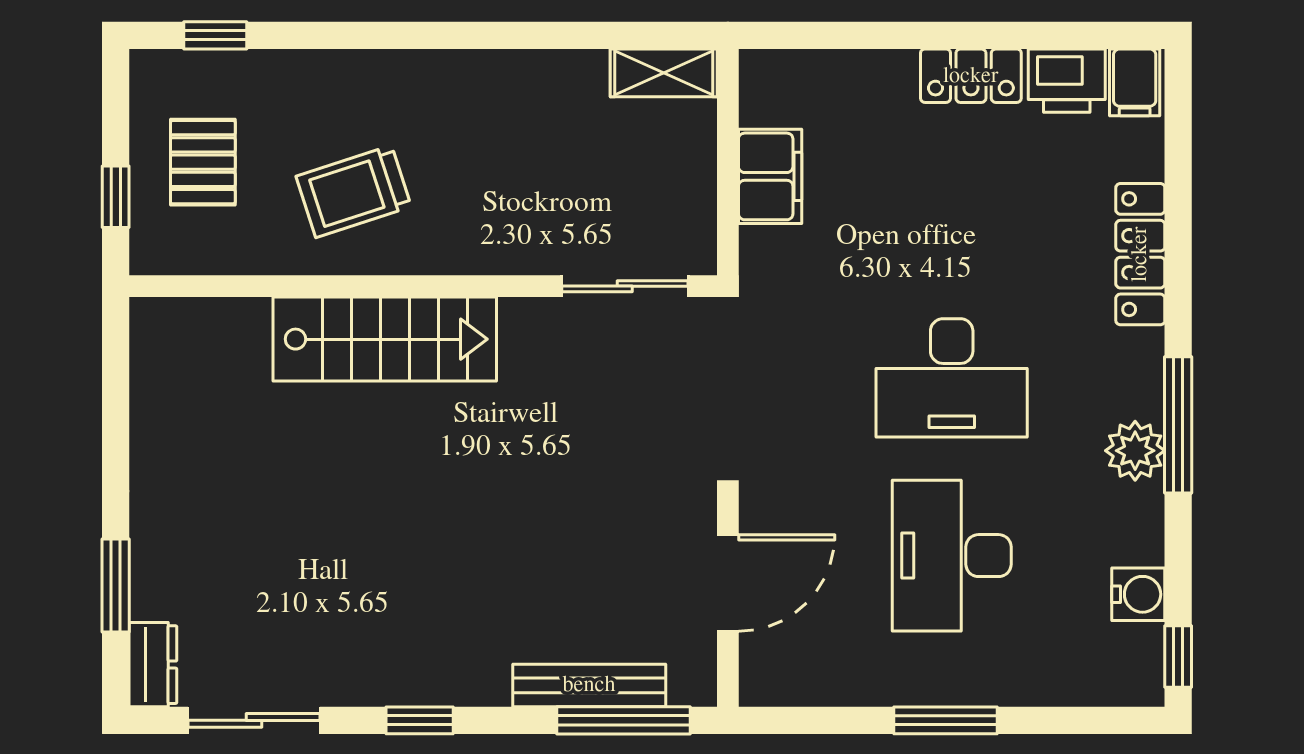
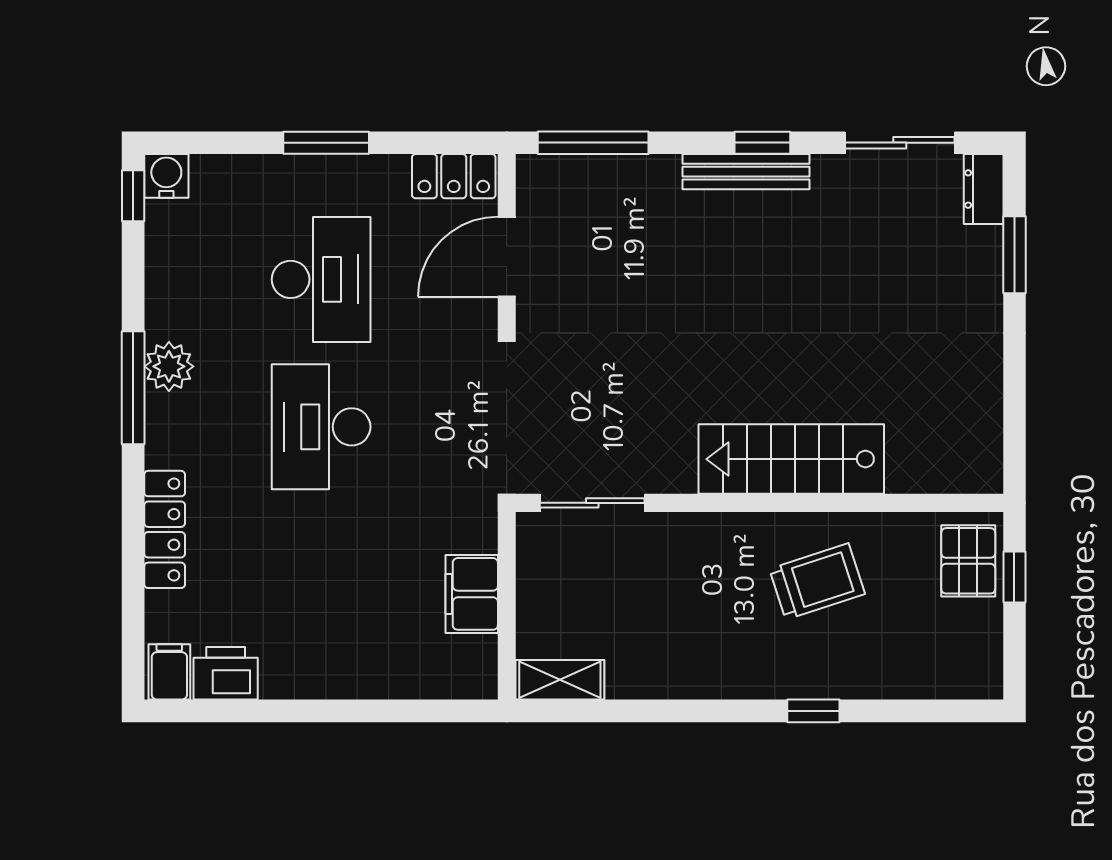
window: (215, 35) -> (813, 711), moved
locker: (971, 76) -> (454, 176), moved, turned 180
pallet: (203, 162) -> (968, 561), moved
desk: (952, 378) -> (321, 427), turned -90
water cooler: (1138, 594) -> (166, 176), moved, turned 90
bench: (589, 685) -> (746, 172), moved

